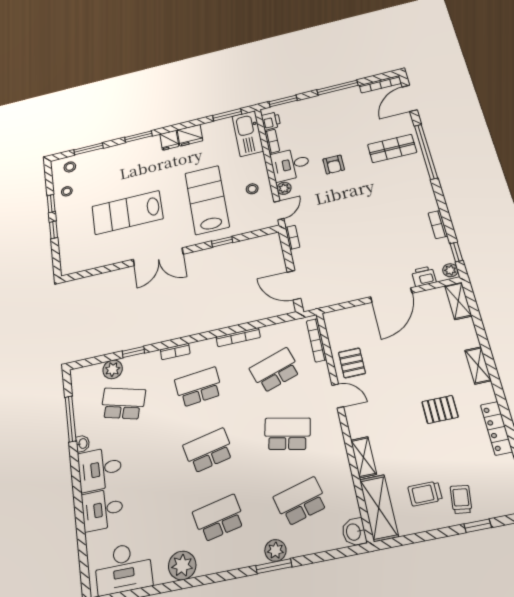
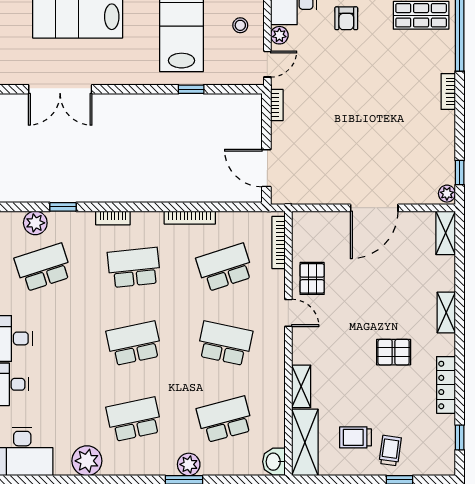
bookcase: (438, 225) -> (448, 91), moved
double door: (158, 257) -> (60, 89), moved
printer: (424, 276) -> (416, 194), removed
school desk: (123, 403) -> (43, 267), turned -33

